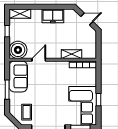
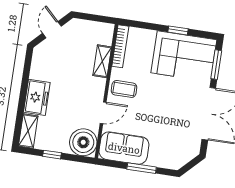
freezer: (53, 16) -> (37, 97), moved
door: (39, 60) -> (103, 113), swing flipped
coffee table: (27, 112) -> (124, 89), moved

